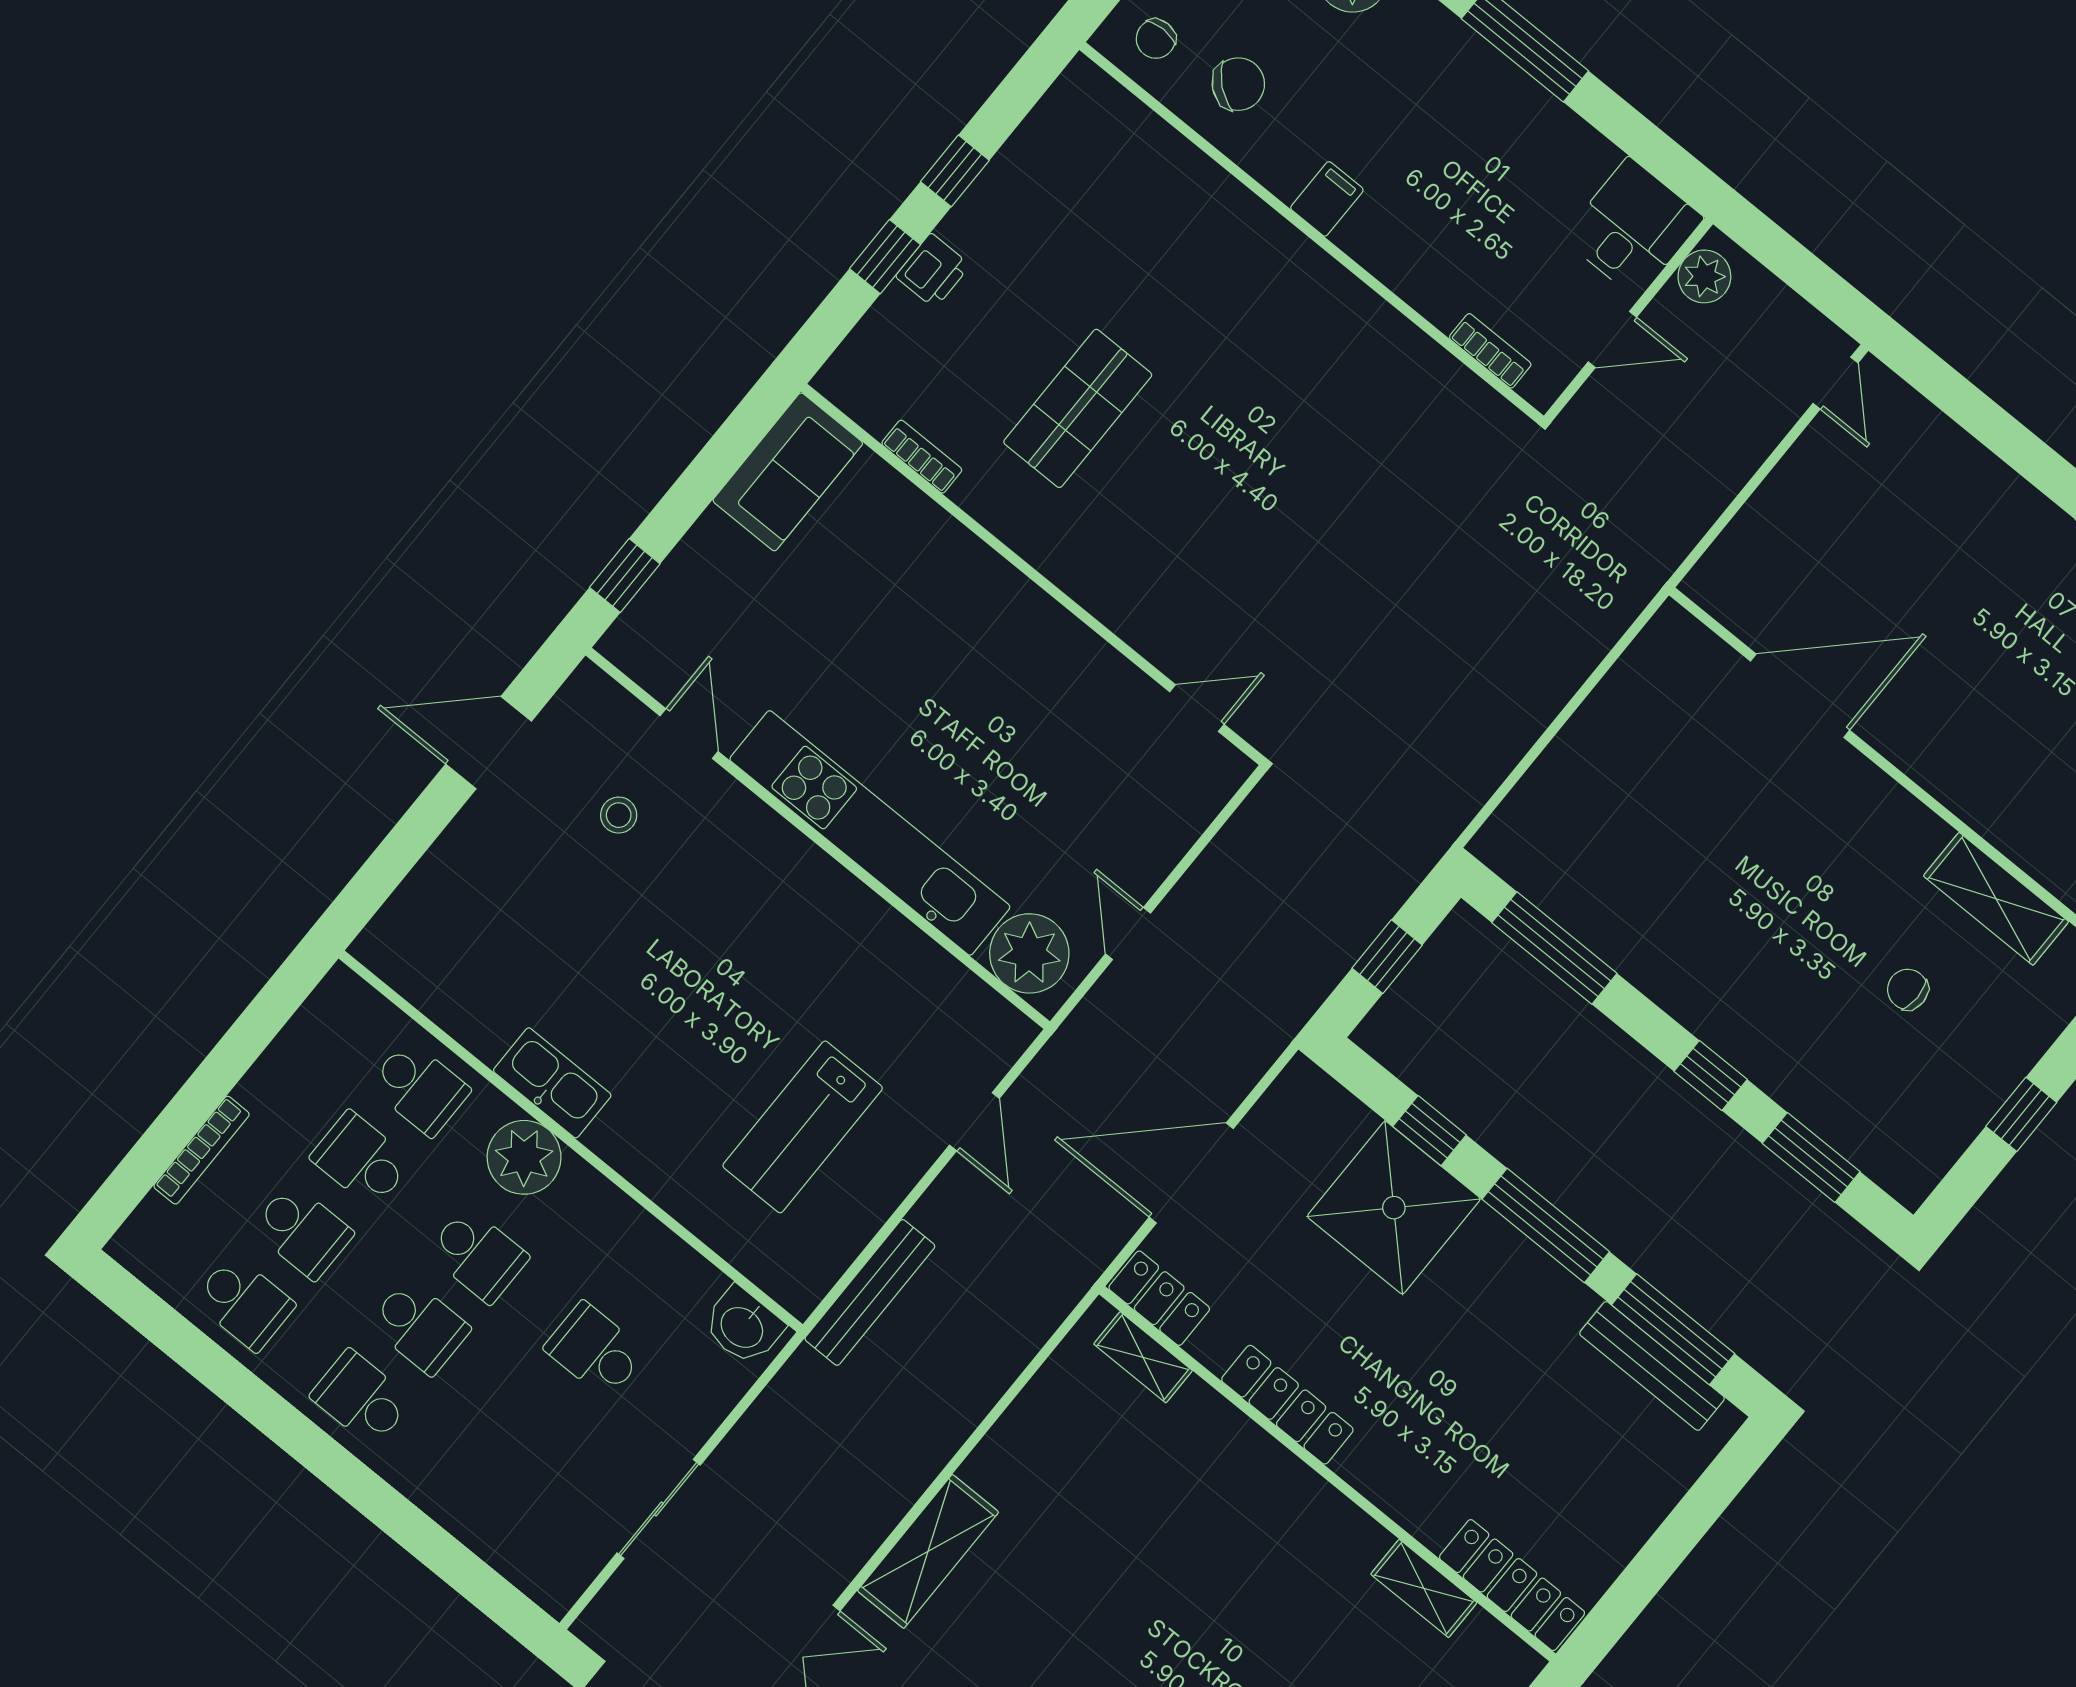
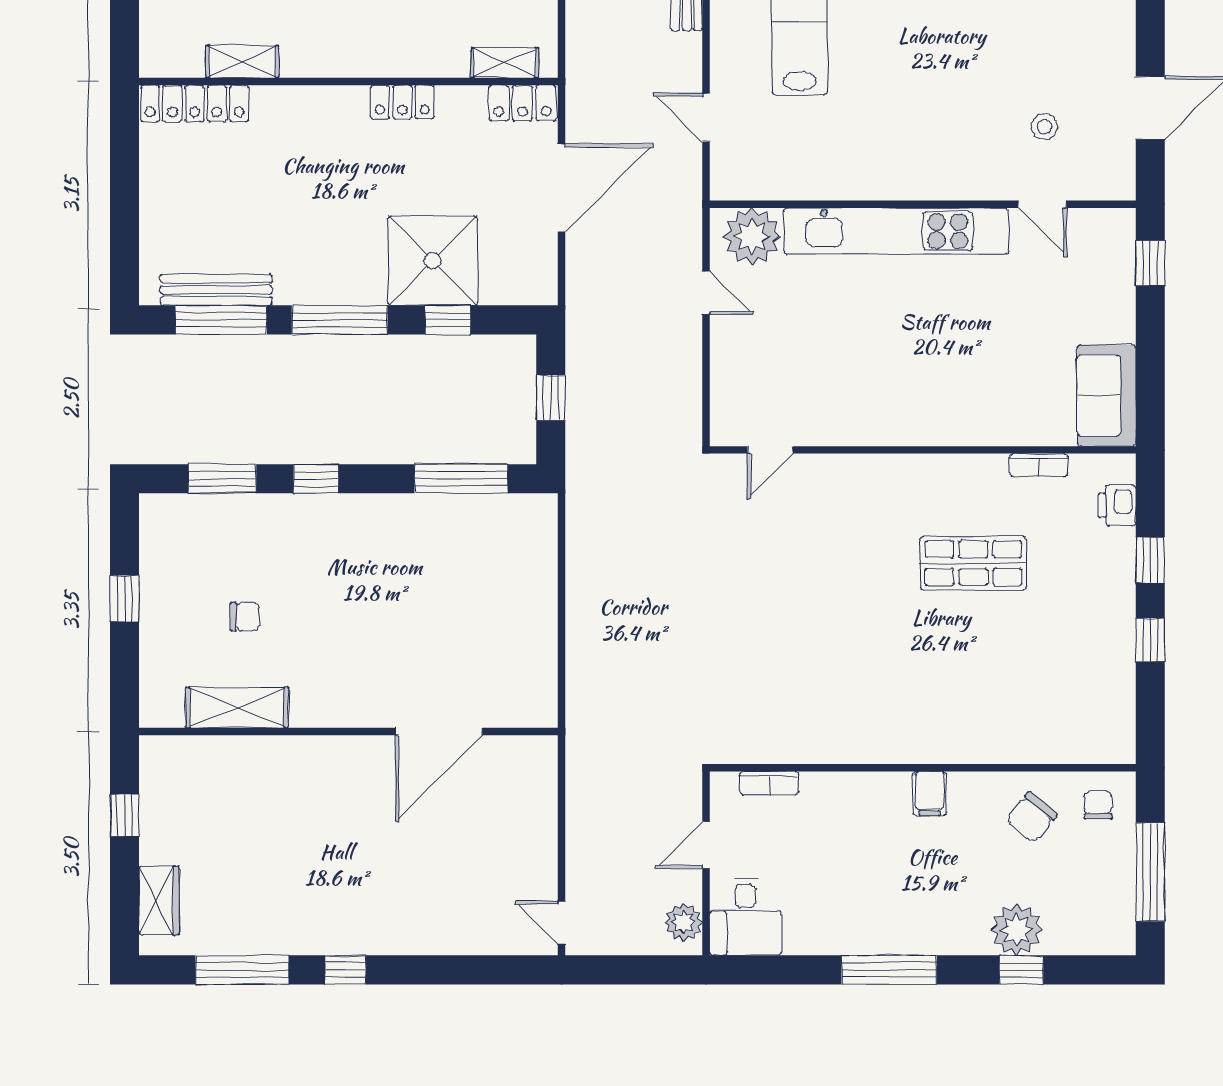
printer: (933, 271) -> (1117, 505), moved
shop shelf: (1078, 408) -> (973, 563), turned 90
locker: (1287, 1405) -> (402, 102), width x0.66

